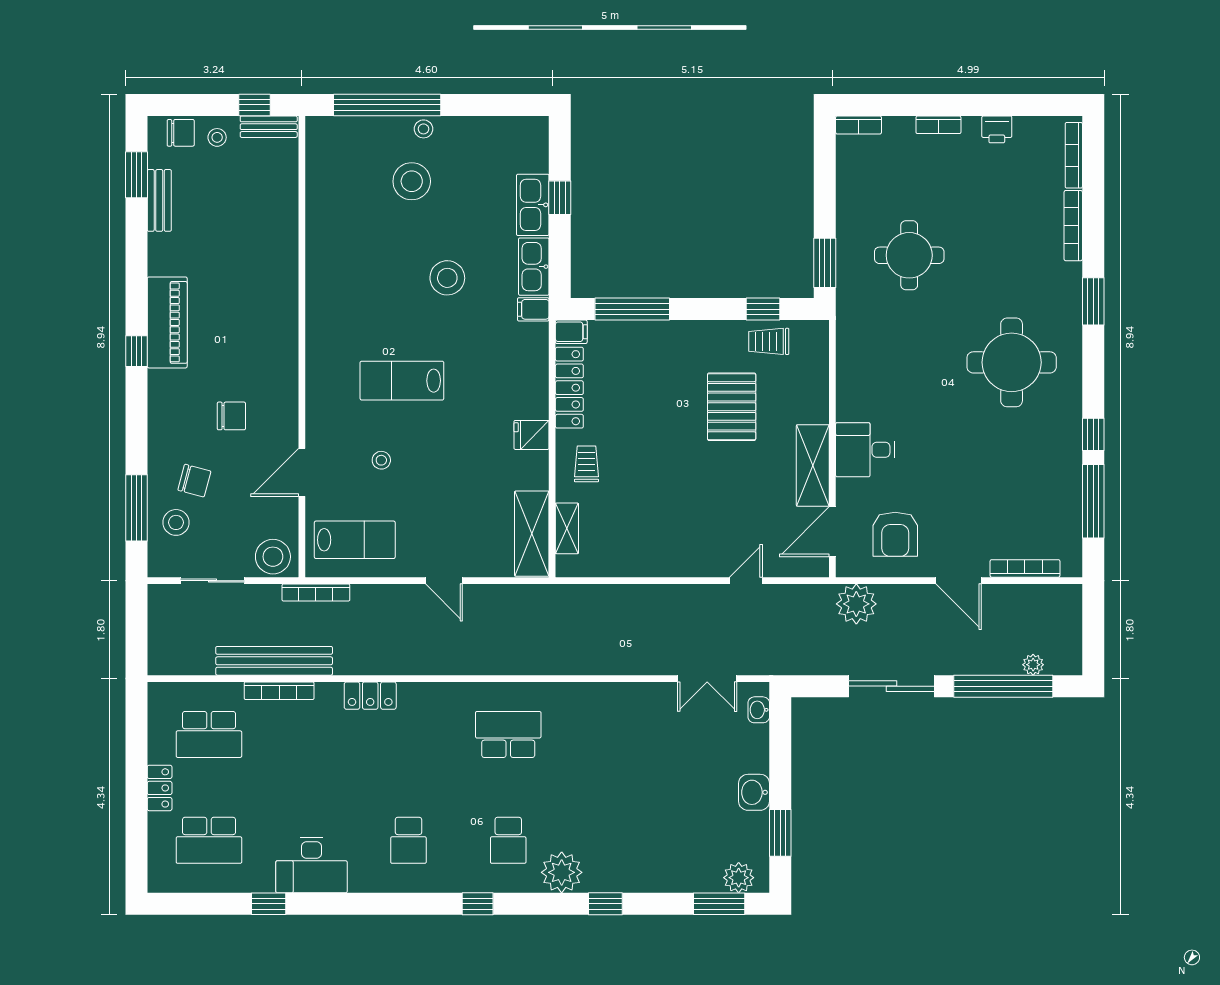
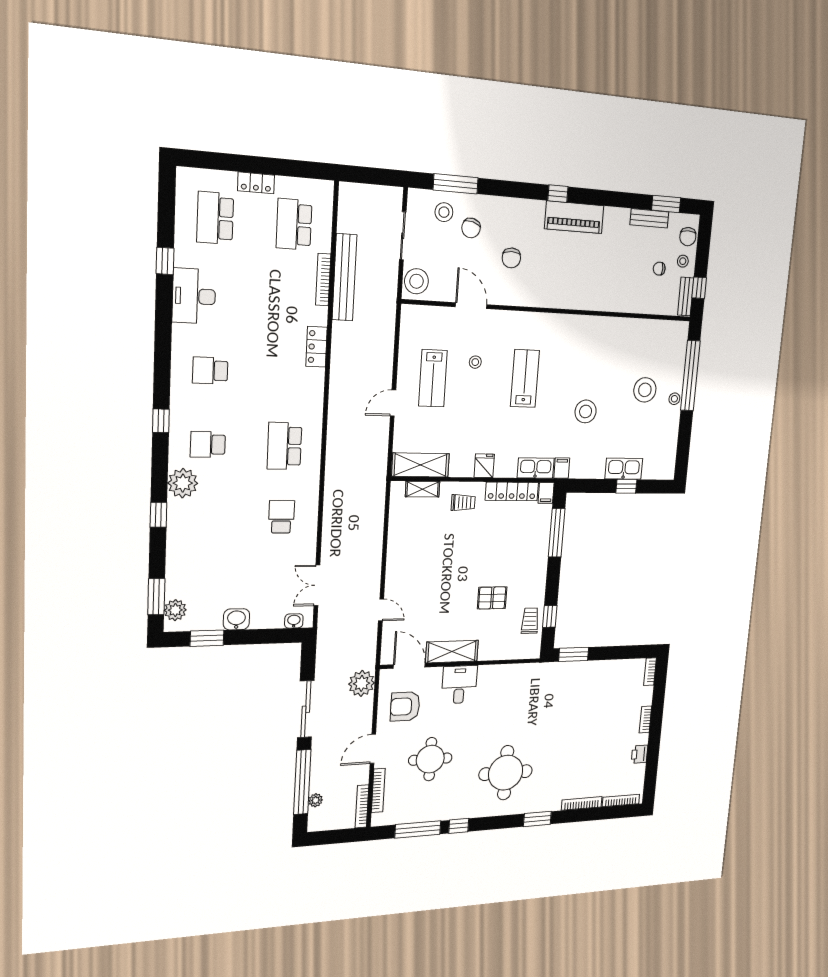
chair: (231, 176) -> (659, 269), added
round table: (909, 255) -> (430, 759), moved
kitchen sink: (534, 267) -> (536, 468), moved
pallet: (732, 407) -> (492, 598), width x0.67, depth x0.71
lab bench: (355, 540) -> (433, 378), moved
bookcase: (316, 593) -> (362, 806), moved
school desk: (508, 734) -> (284, 446), turned 180
school desk: (608, 734) -> (281, 517), added

